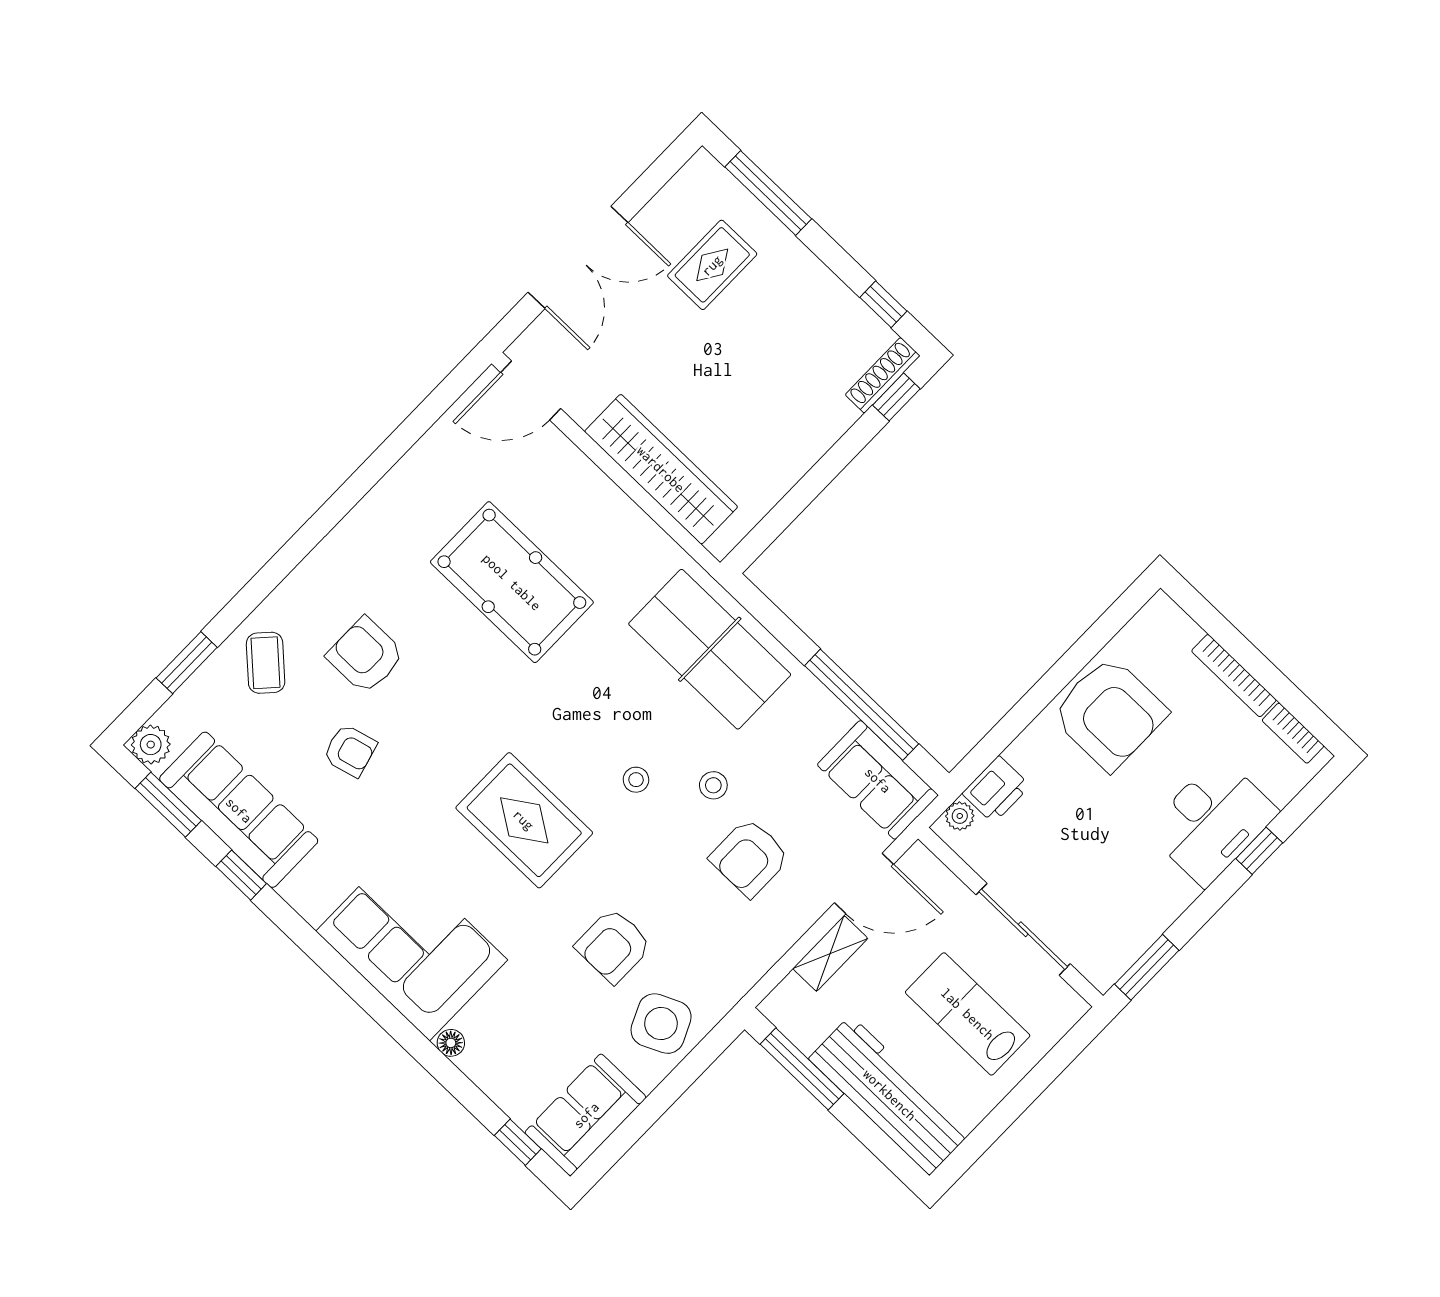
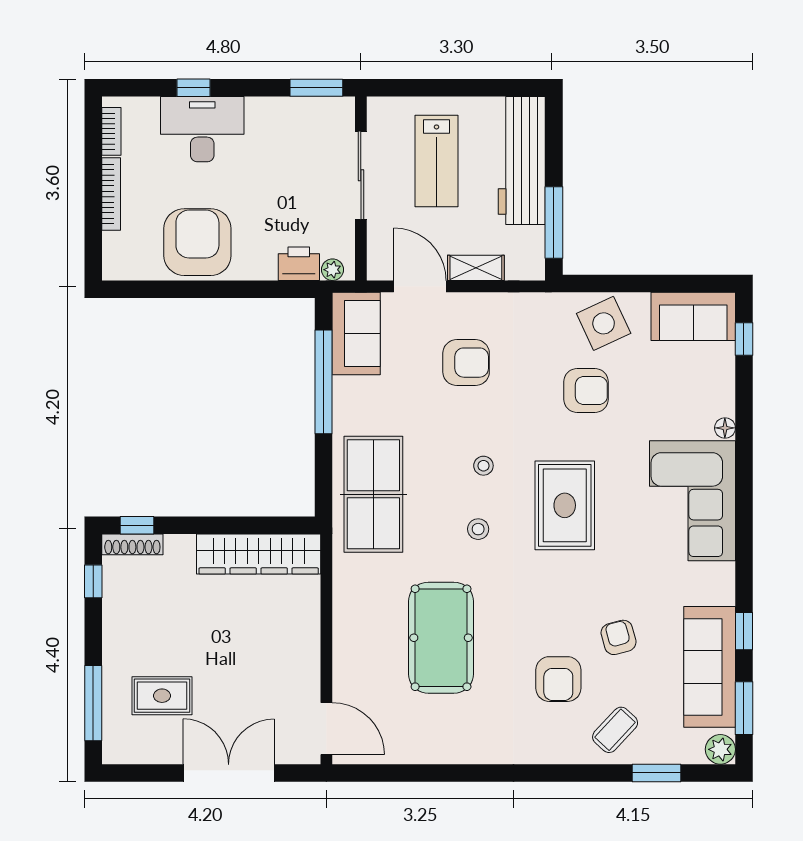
wardrobe: (661, 469) -> (259, 554), moved, turned -90
stool: (713, 785) -> (478, 529), moved

